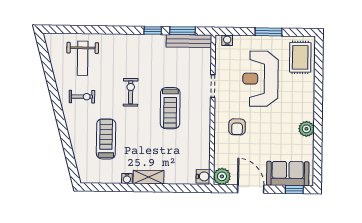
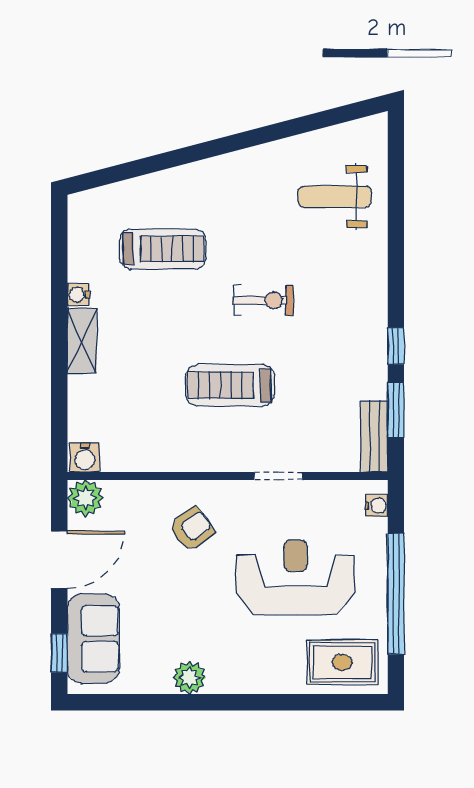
window: (268, 32) -> (396, 594), width x2.11
bench: (189, 41) -> (374, 437), width x0.73
exercise bike: (82, 97) -> (253, 196), removed
armchair: (237, 127) -> (192, 529), turned 144

